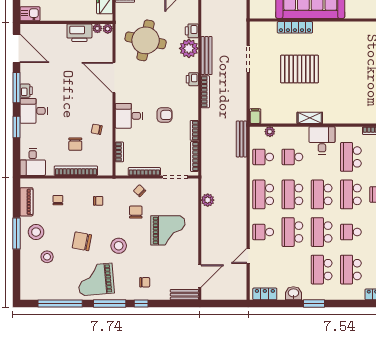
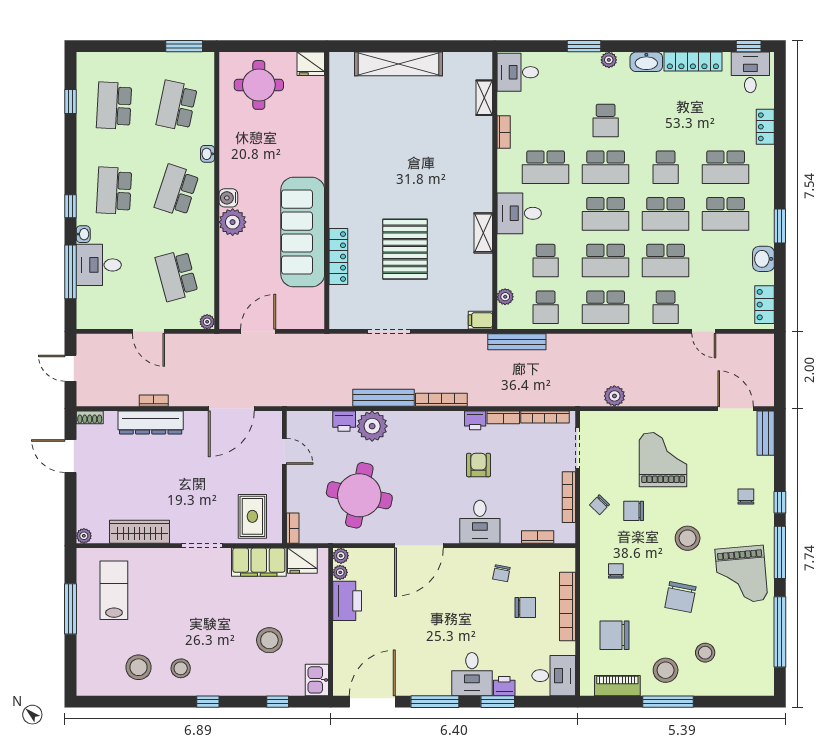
printer: (192, 79) -> (475, 420), moved
printer: (26, 91) -> (504, 686), moved
chair: (58, 200) -> (614, 635), width x1.87, depth x1.87

